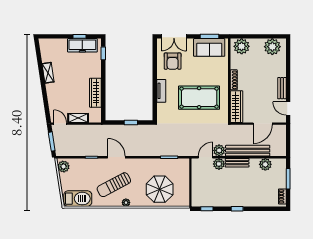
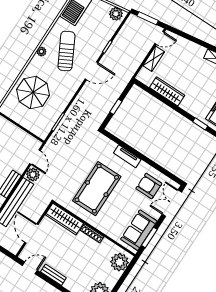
plant: (219, 164) -> (20, 166), removed

